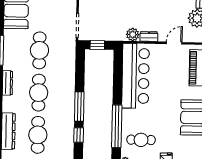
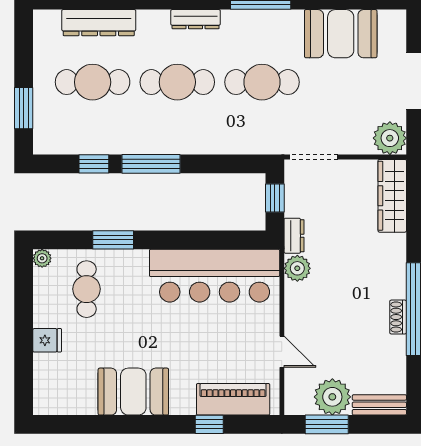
dresser: (149, 36) -> (294, 236), moved
window: (117, 126) -> (113, 240), width x0.47

